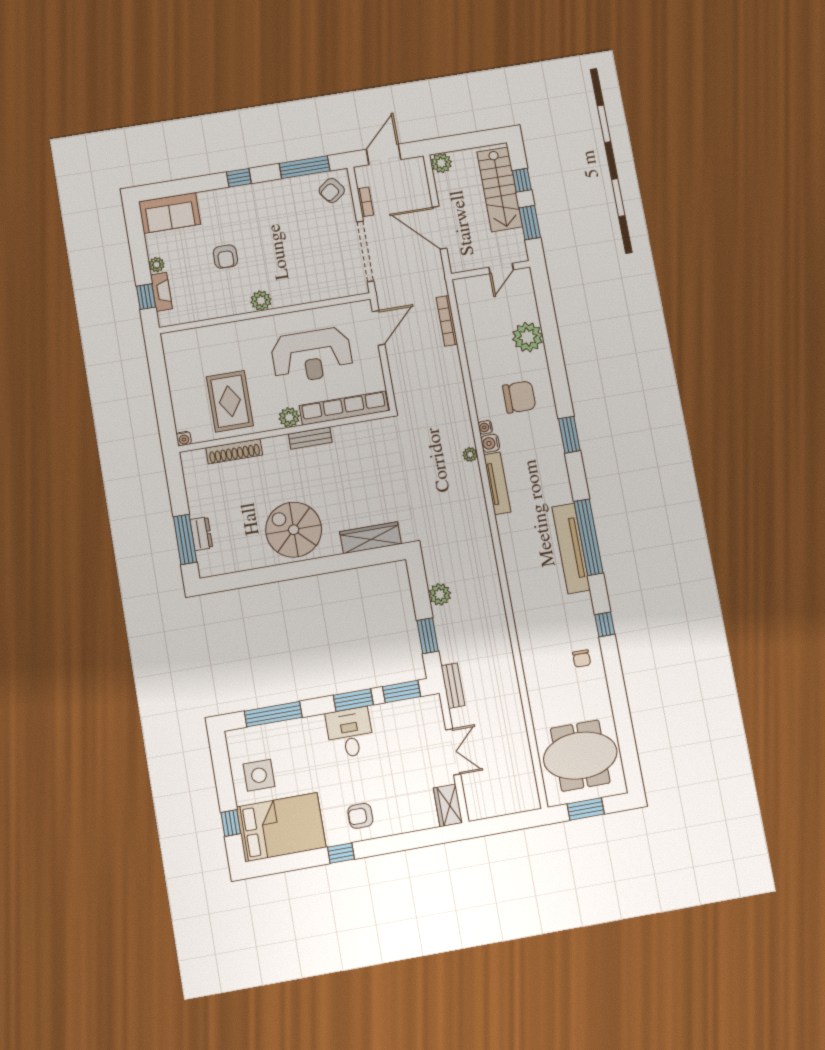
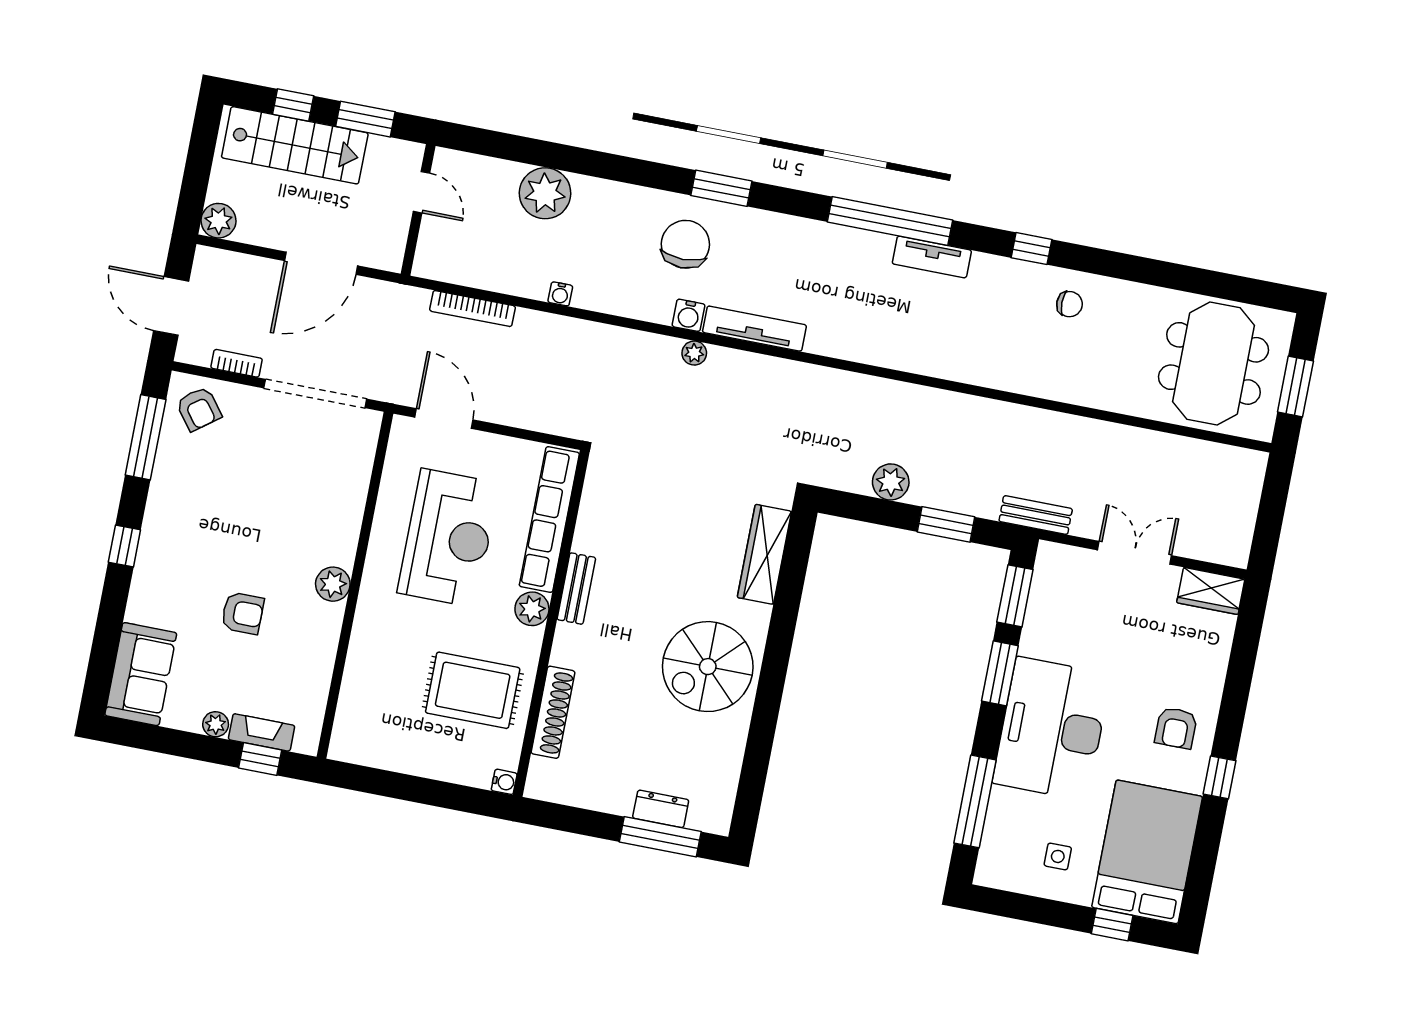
chair: (519, 397) -> (685, 244), moved
water cooler: (485, 427) -> (560, 294), moved
tv unit: (571, 548) -> (932, 257), width x0.52, depth x0.78
desk: (350, 733) -> (1052, 729), width x1.87, depth x1.30
side table: (259, 775) -> (1058, 856), width x0.54, depth x0.54

